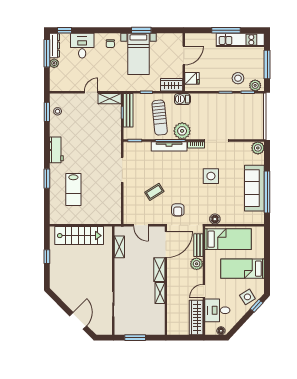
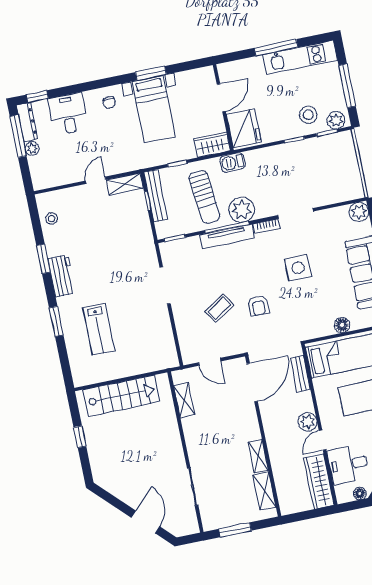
fridge: (192, 78) -> (244, 128), width x1.88, depth x1.34
window: (47, 112) -> (43, 259), moved
armchair: (178, 210) -> (258, 306), moved
floor lamp: (215, 219) -> (342, 325), moved
plant: (197, 264) -> (308, 422), moved
shelving: (159, 270) -> (264, 491), moved

